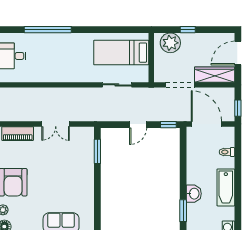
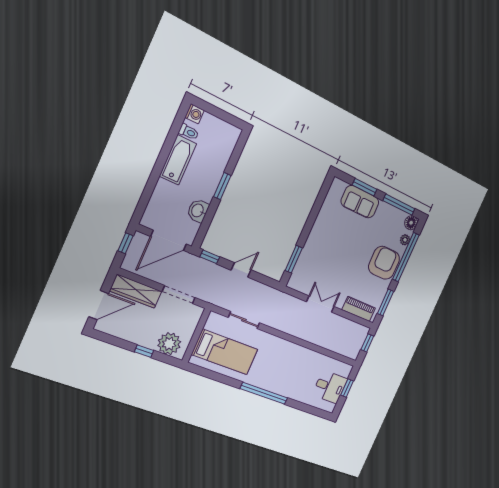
window: (48, 30) -> (264, 393), moved
door: (206, 124) -> (169, 240), hinge flipped
toilet: (227, 152) -> (189, 132), moved
washbasin: (194, 194) -> (198, 211), moved
window: (183, 211) -> (222, 186), moved

